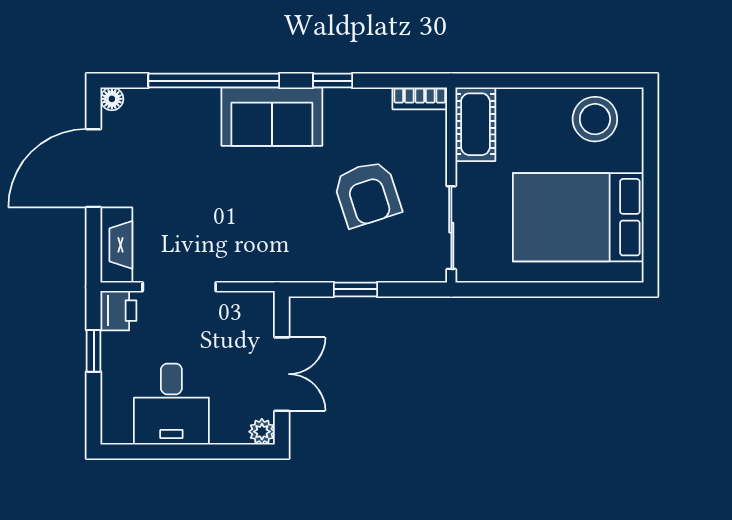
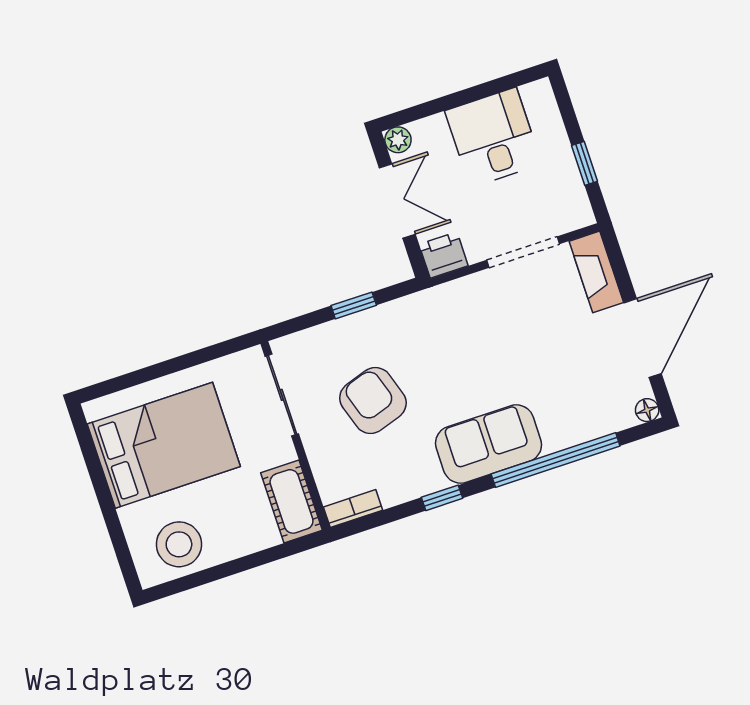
printer: (118, 311) -> (444, 255), moved, turned 90
double door: (282, 374) -> (397, 201), swing flipped

